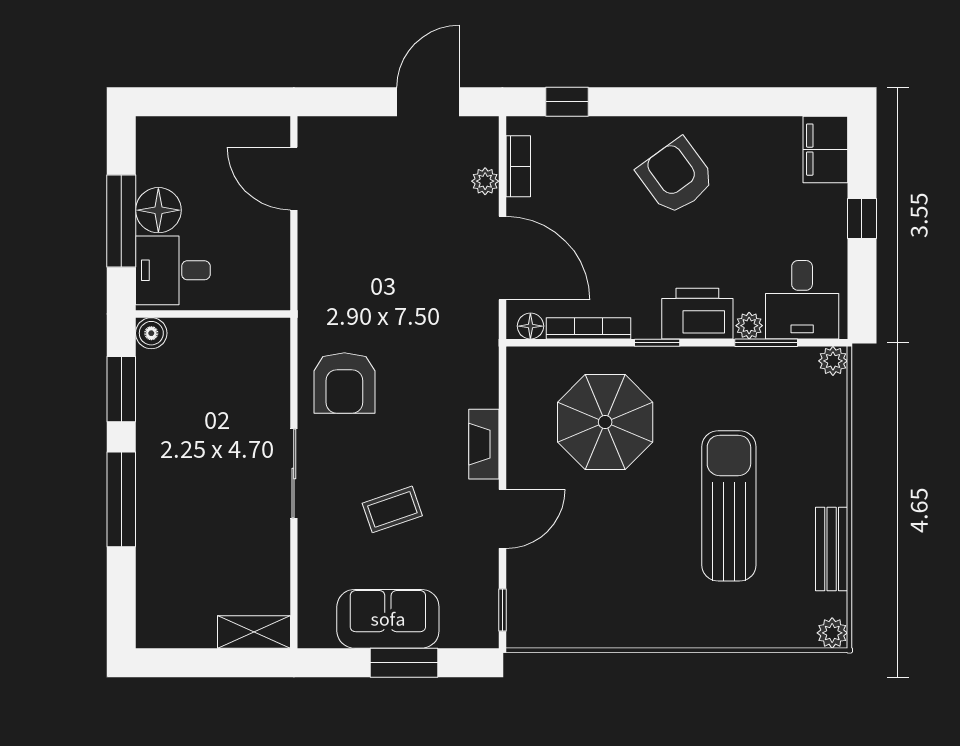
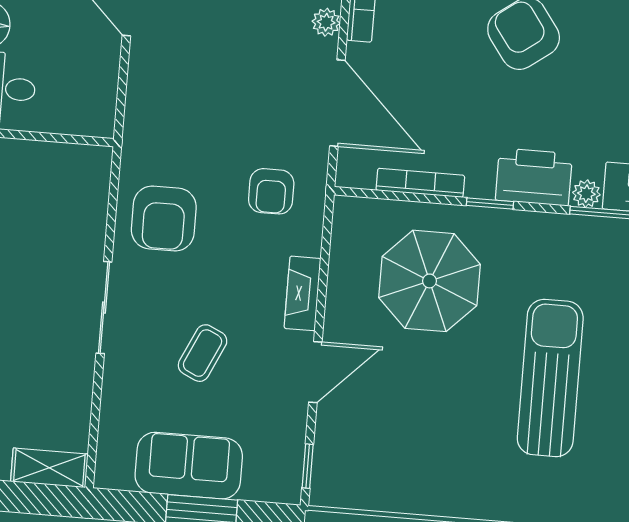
floor lamp: (530, 326) -> (361, 176), removed
armchair: (446, 348) -> (271, 191), added
coffee table: (392, 509) -> (203, 353), turned -46

